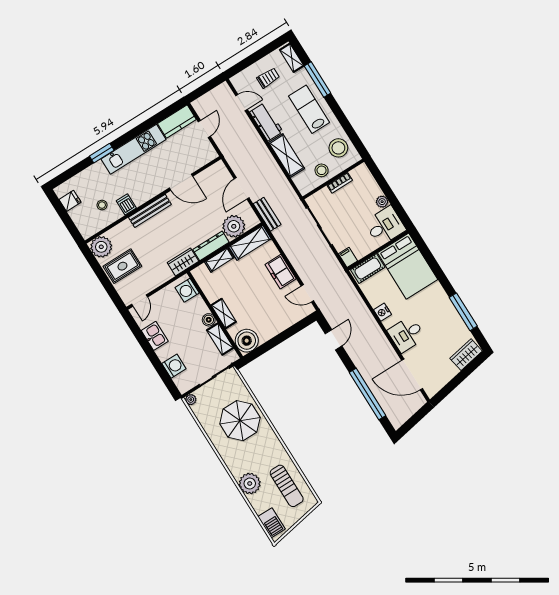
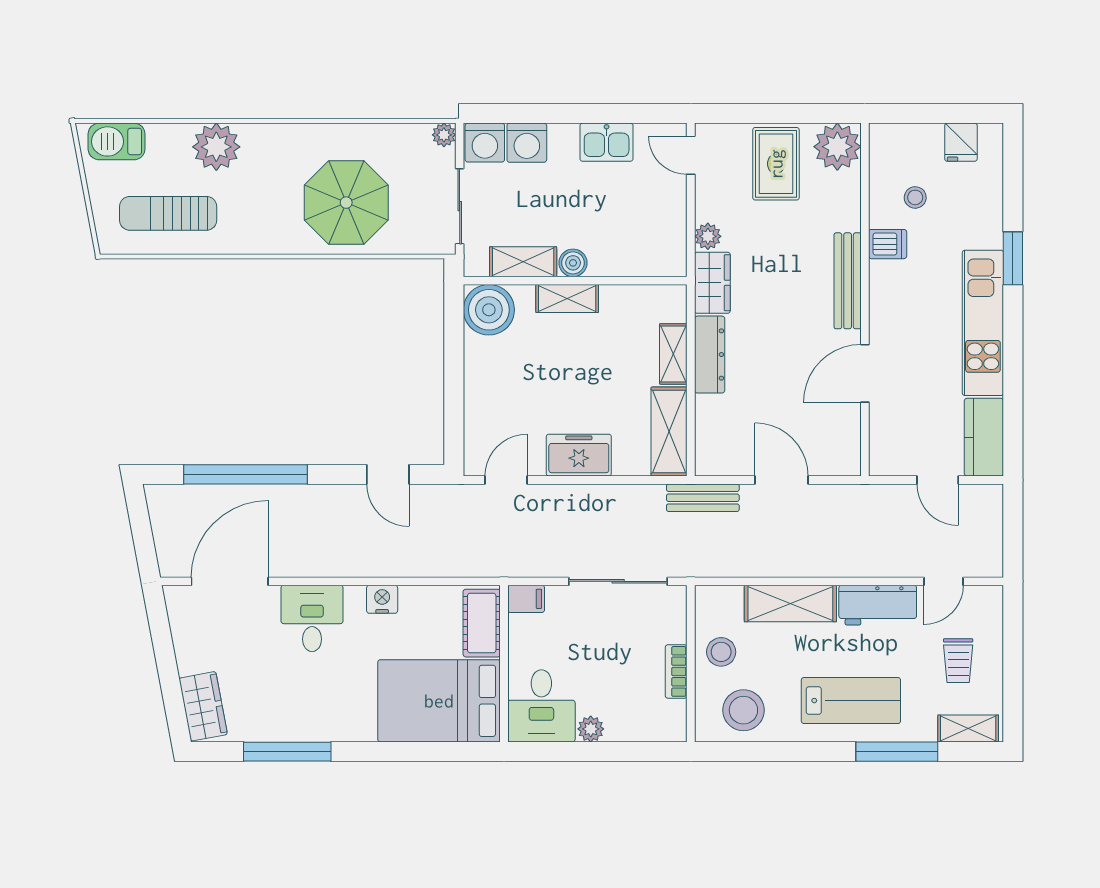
plant: (234, 226) -> (708, 236), moved, width x0.53, depth x0.53
washing machine: (187, 290) -> (485, 143), moved, turned 180

